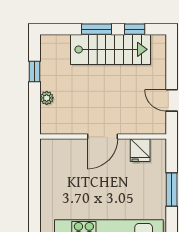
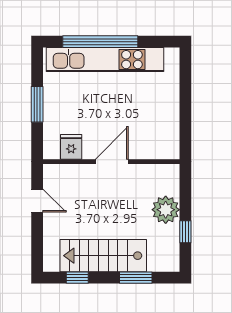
window: (97, 29) -> (136, 278), moved
plant: (47, 98) -> (166, 210), width x1.88, depth x1.88

